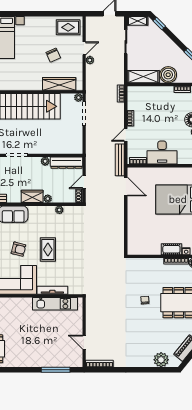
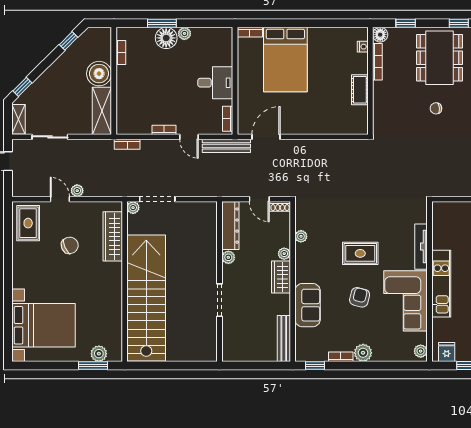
desk: (162, 153) -> (215, 83), width x0.73
cot: (171, 249) -> (360, 90), moved
kitchen unit: (55, 304) -> (441, 284), moved

